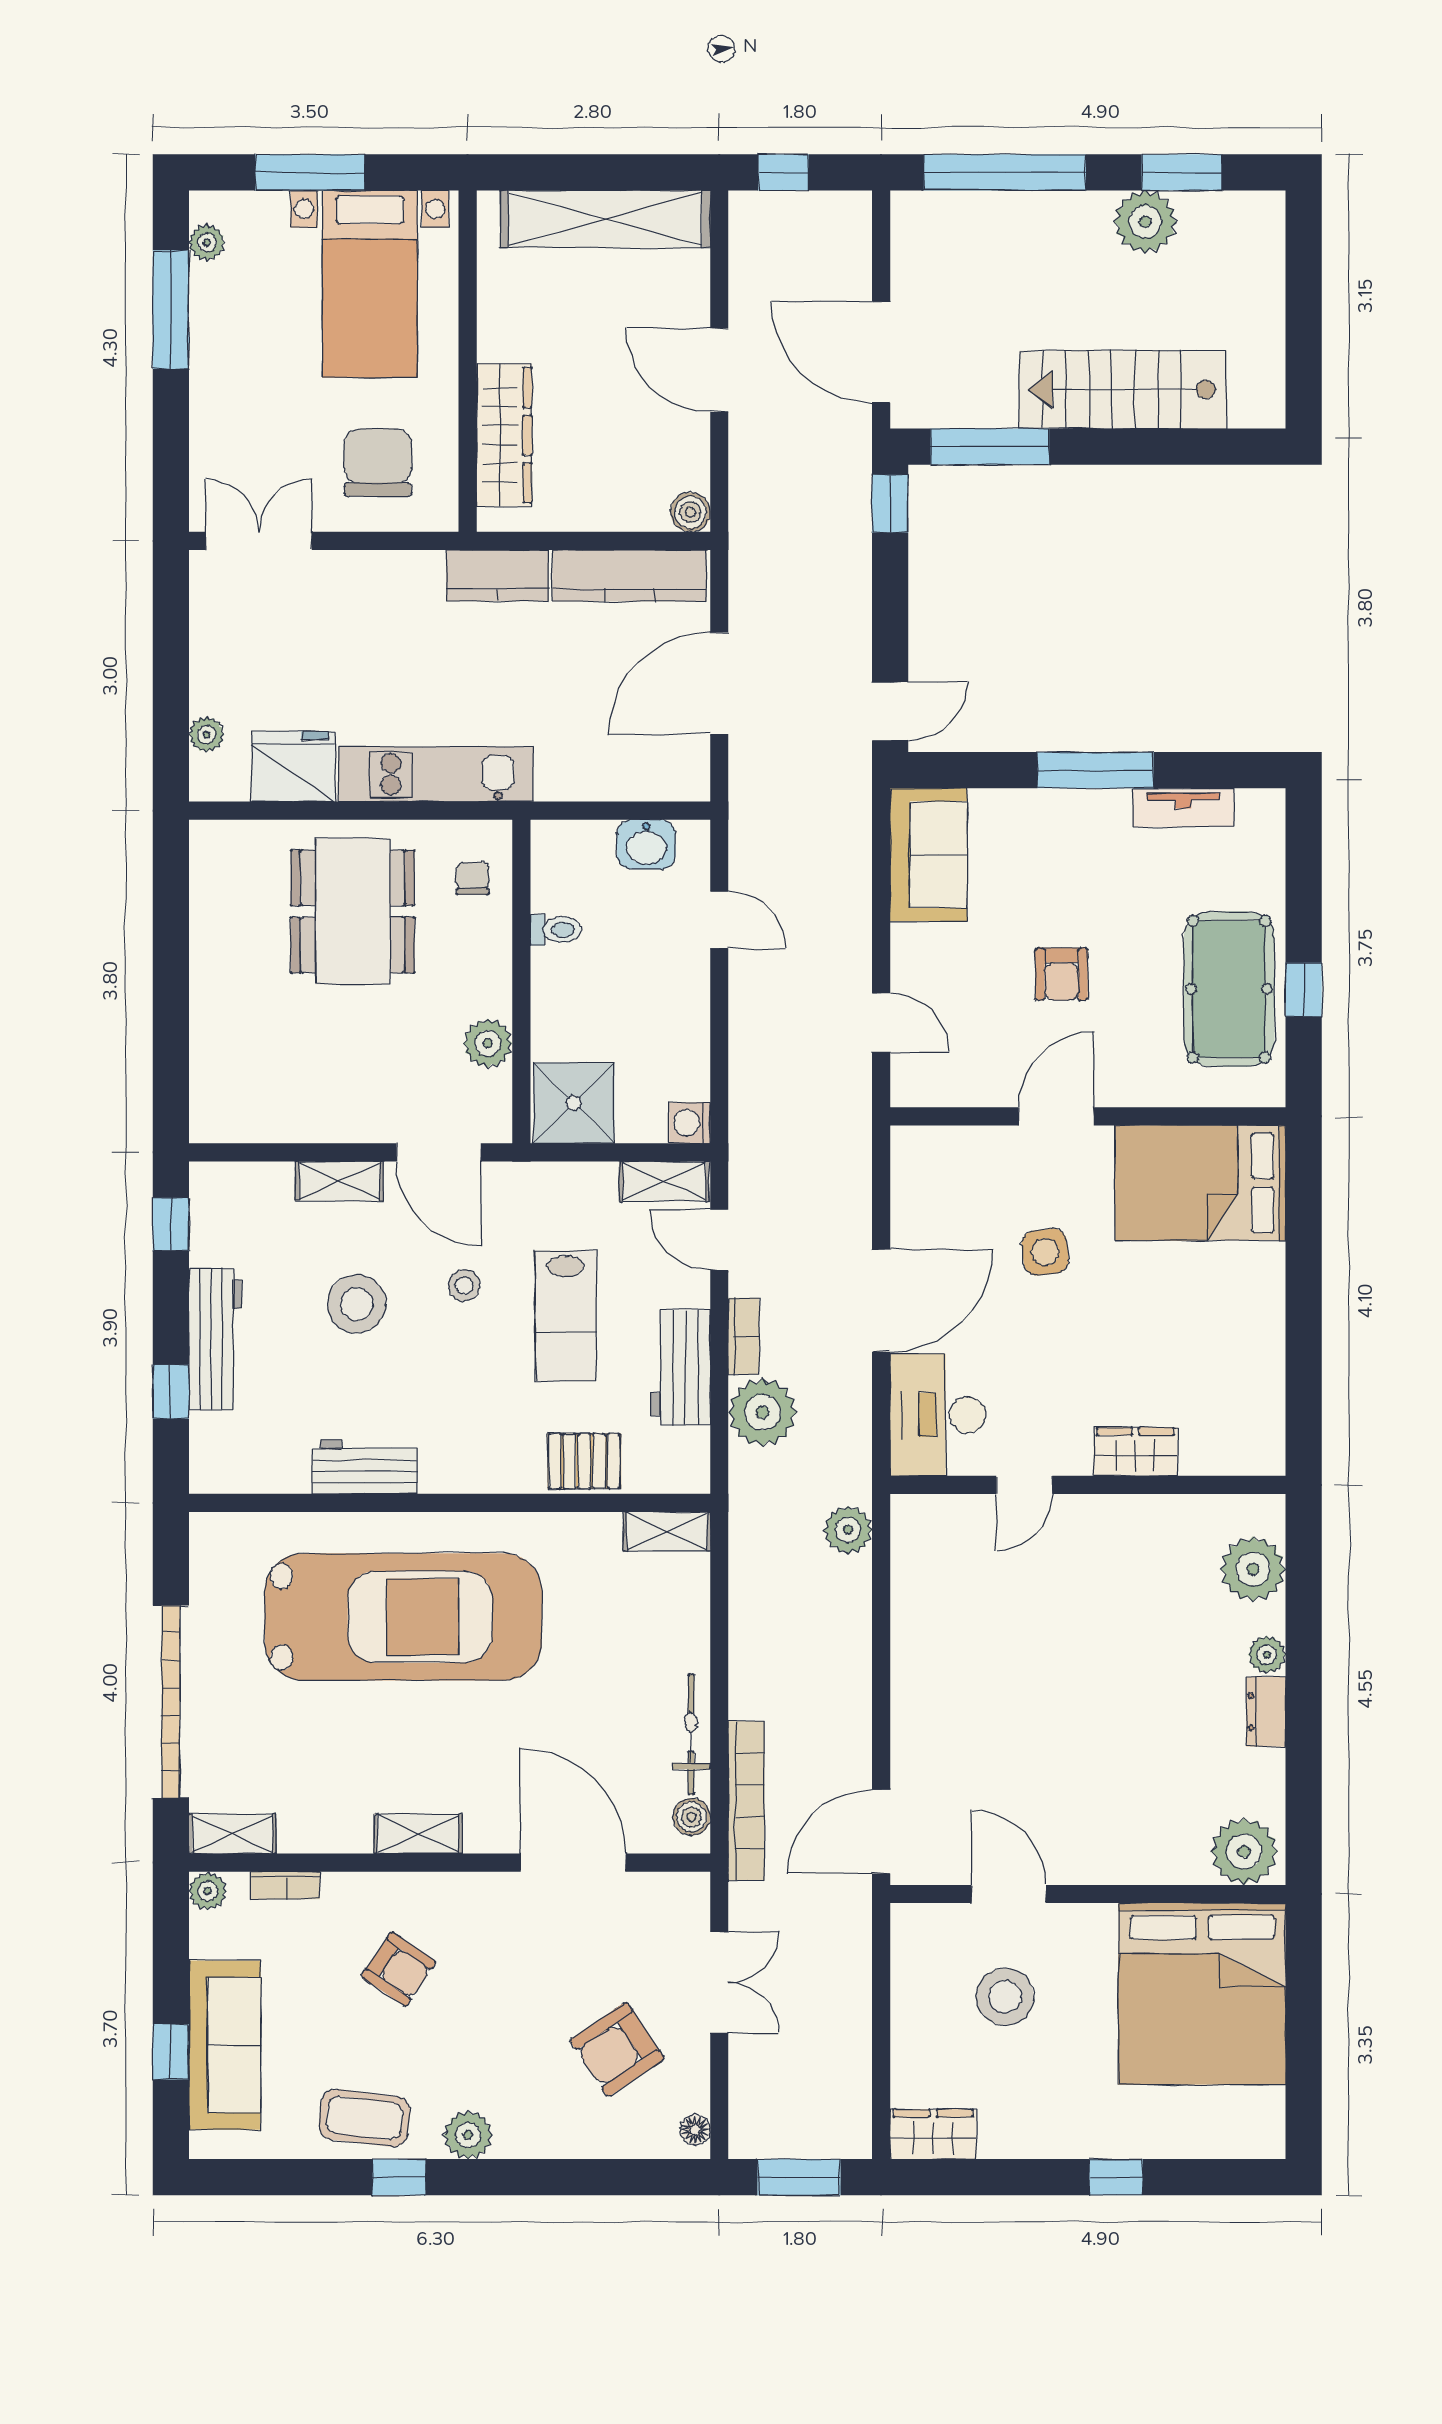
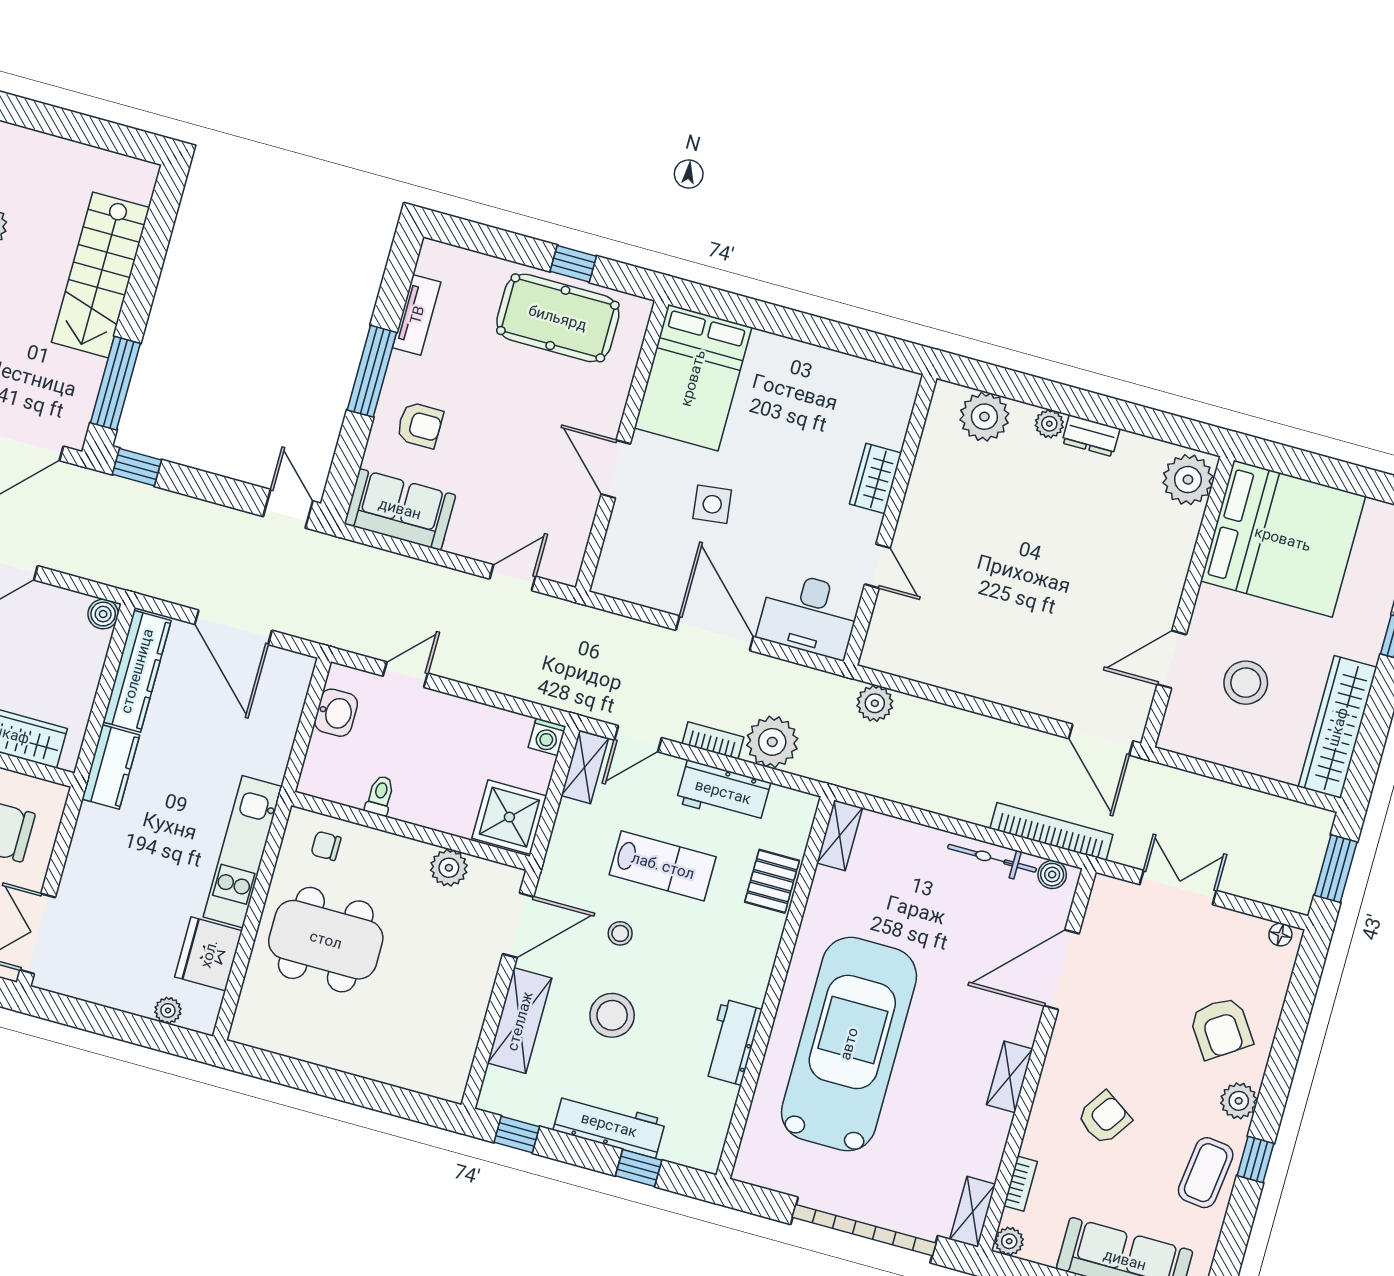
armchair: (1061, 974) -> (420, 425), moved
shelving: (339, 1181) -> (520, 1021), width x1.50, depth x1.33
armchair: (617, 2049) -> (1221, 1028), moved
wardrobe: (933, 2134) -> (1338, 727), width x2.10, depth x1.17

